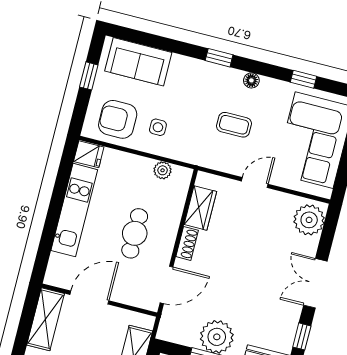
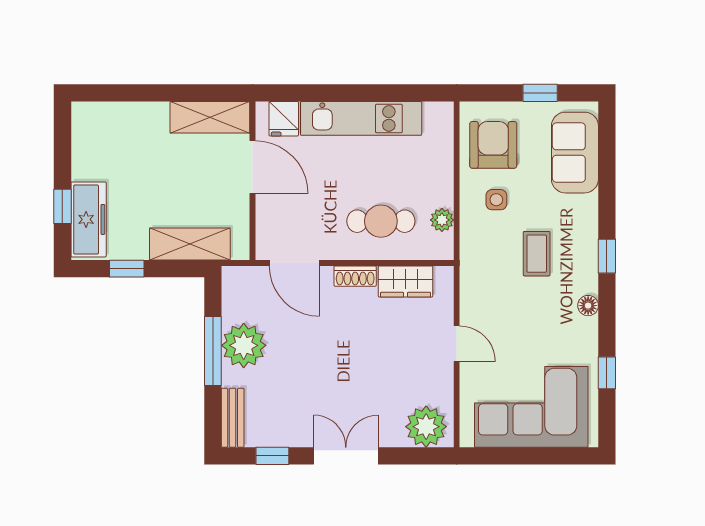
coffee table: (234, 125) -> (537, 254), moved
fridge: (89, 154) -> (284, 119), moved
cafe table: (135, 233) -> (381, 221), moved

